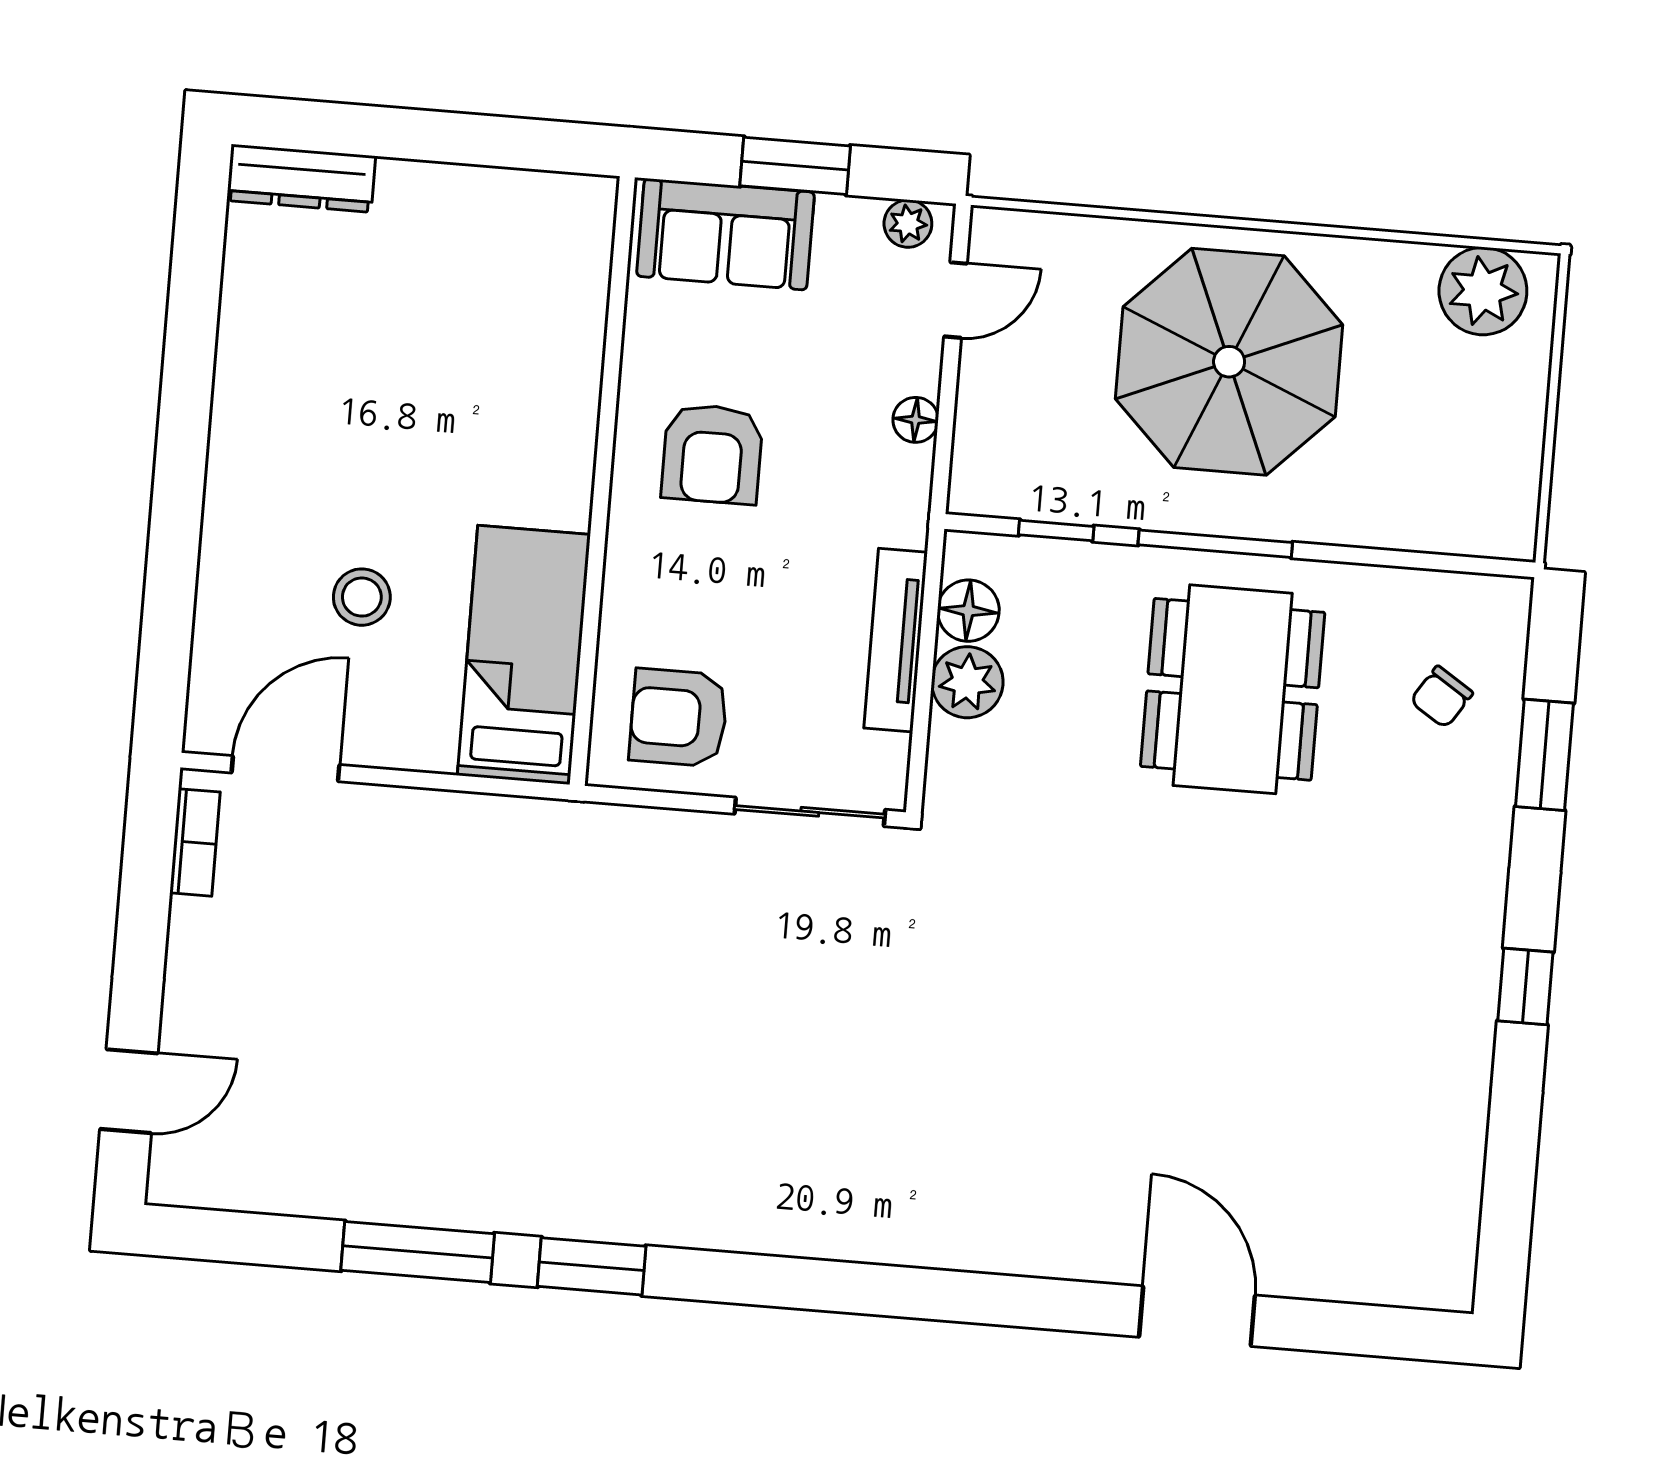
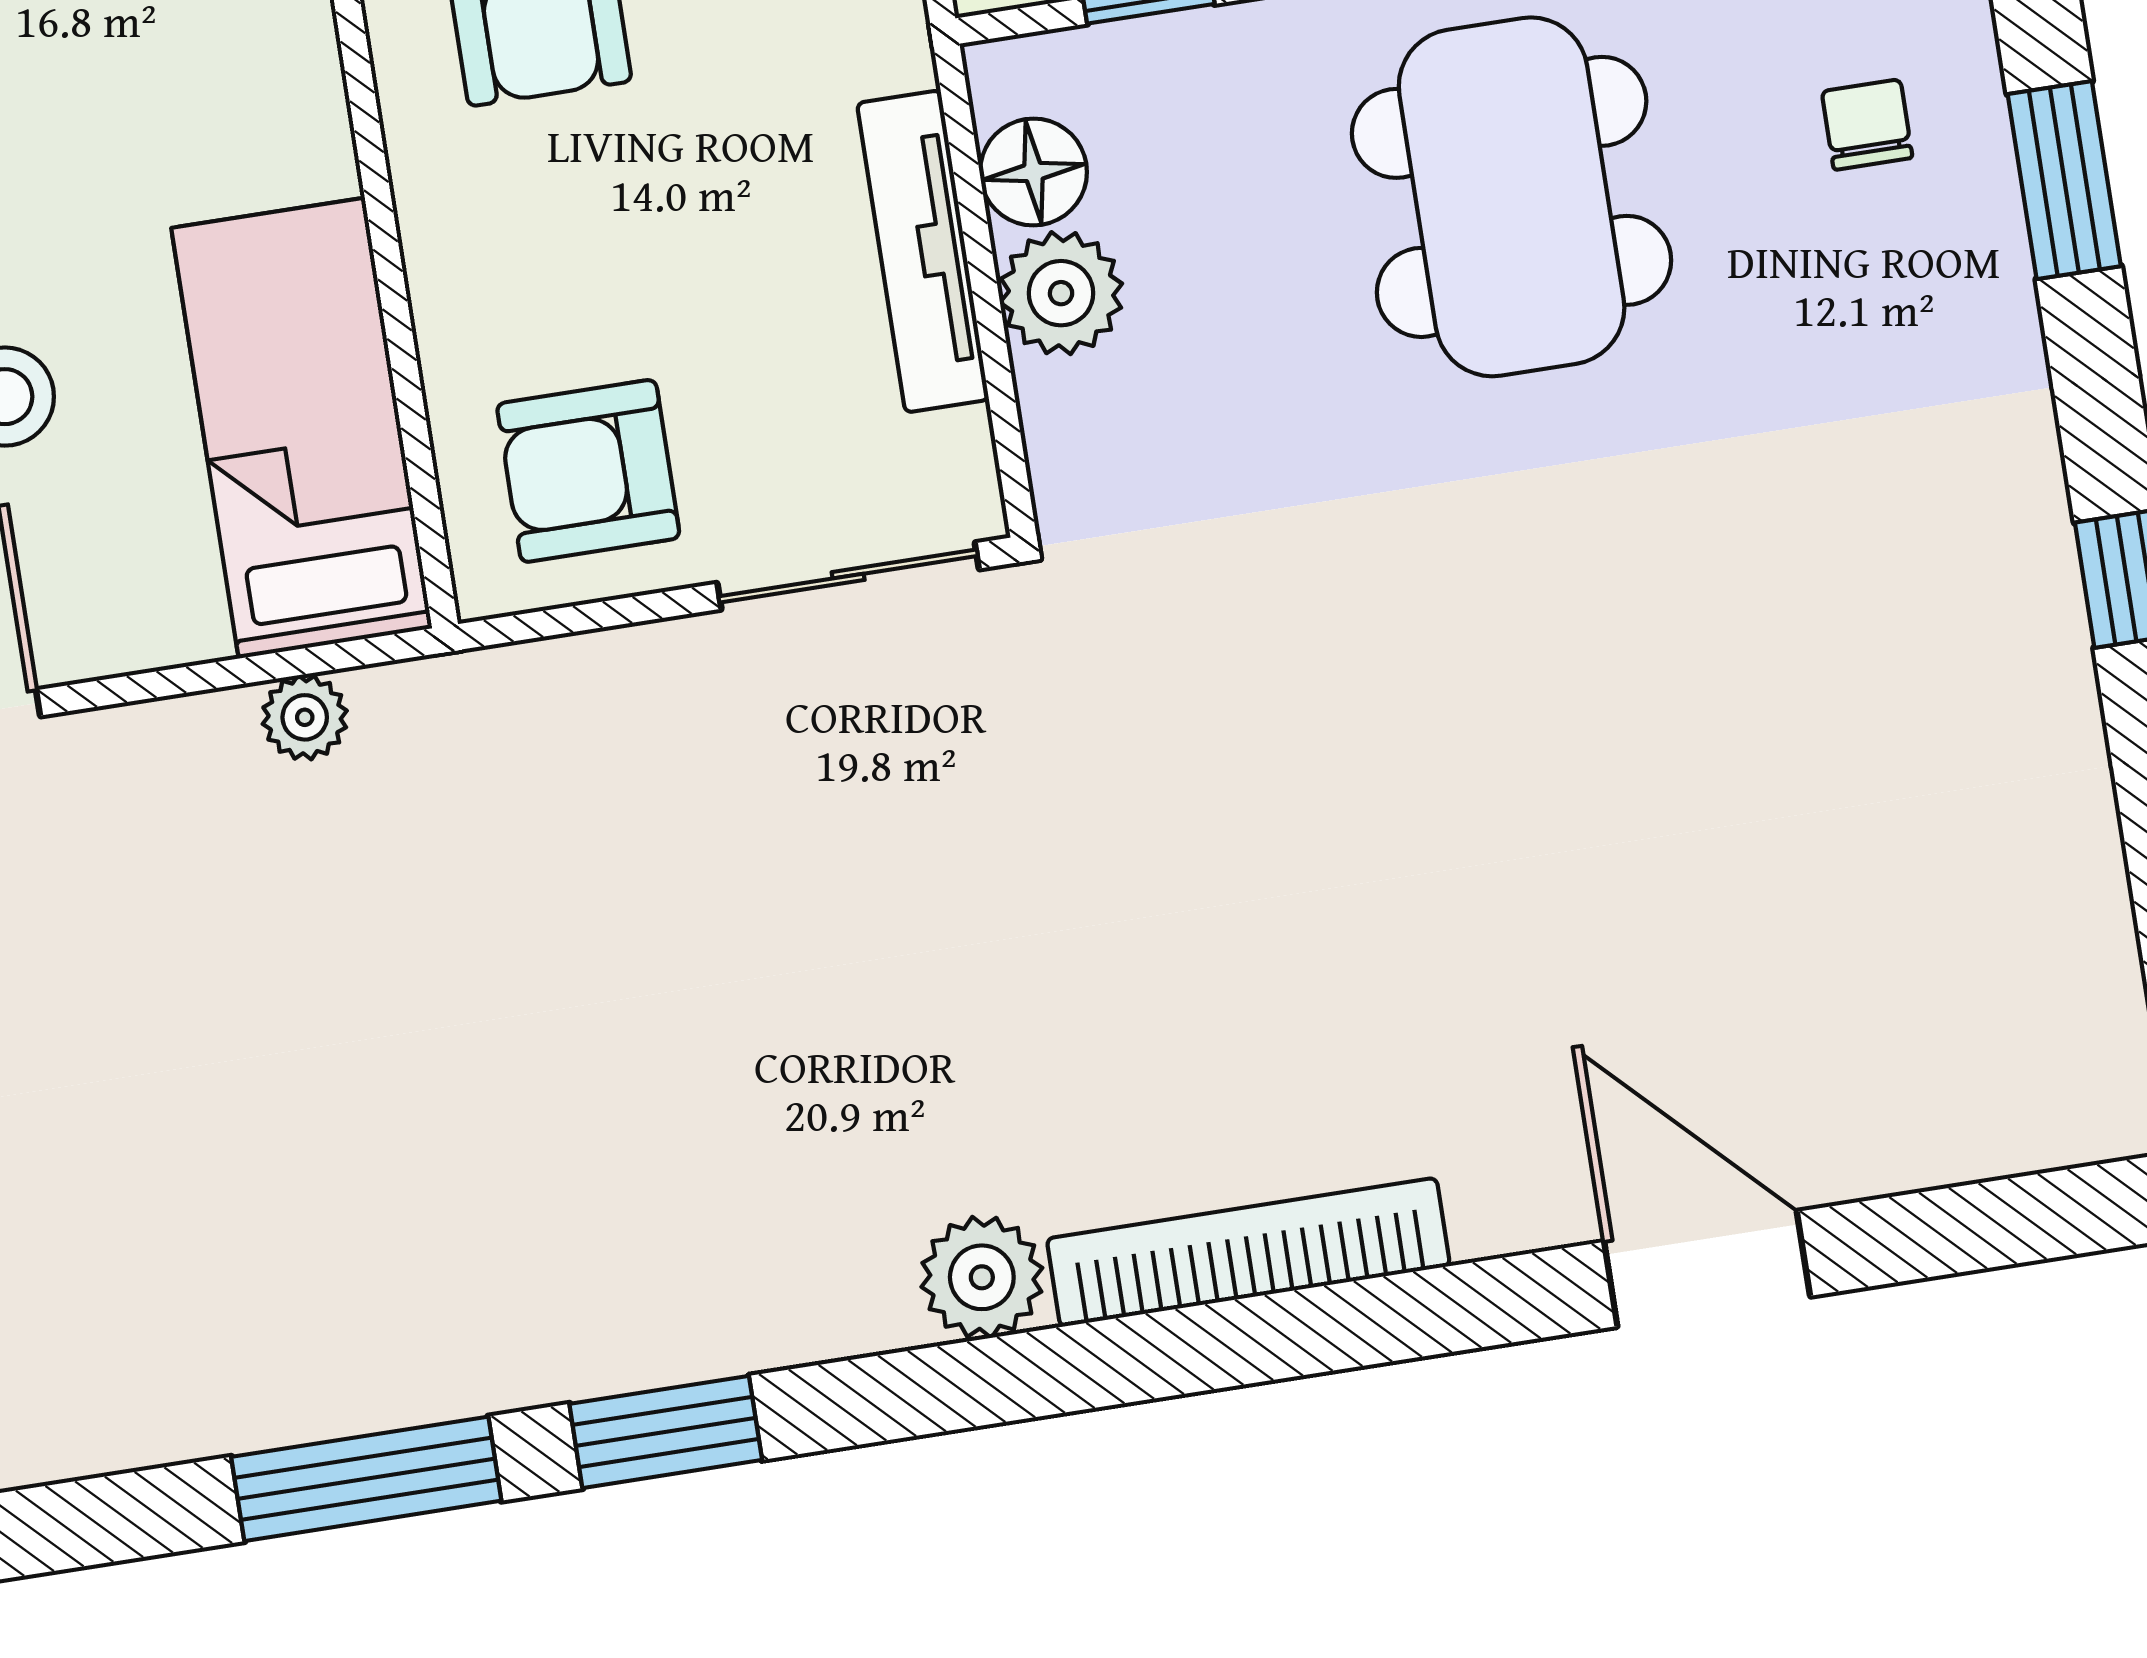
chair: (1442, 697) -> (1867, 125), turned 147
plant: (486, 817) -> (305, 717), added
plant: (790, 1223) -> (982, 1277), added
bookcase: (942, 1245) -> (1248, 1252), added

